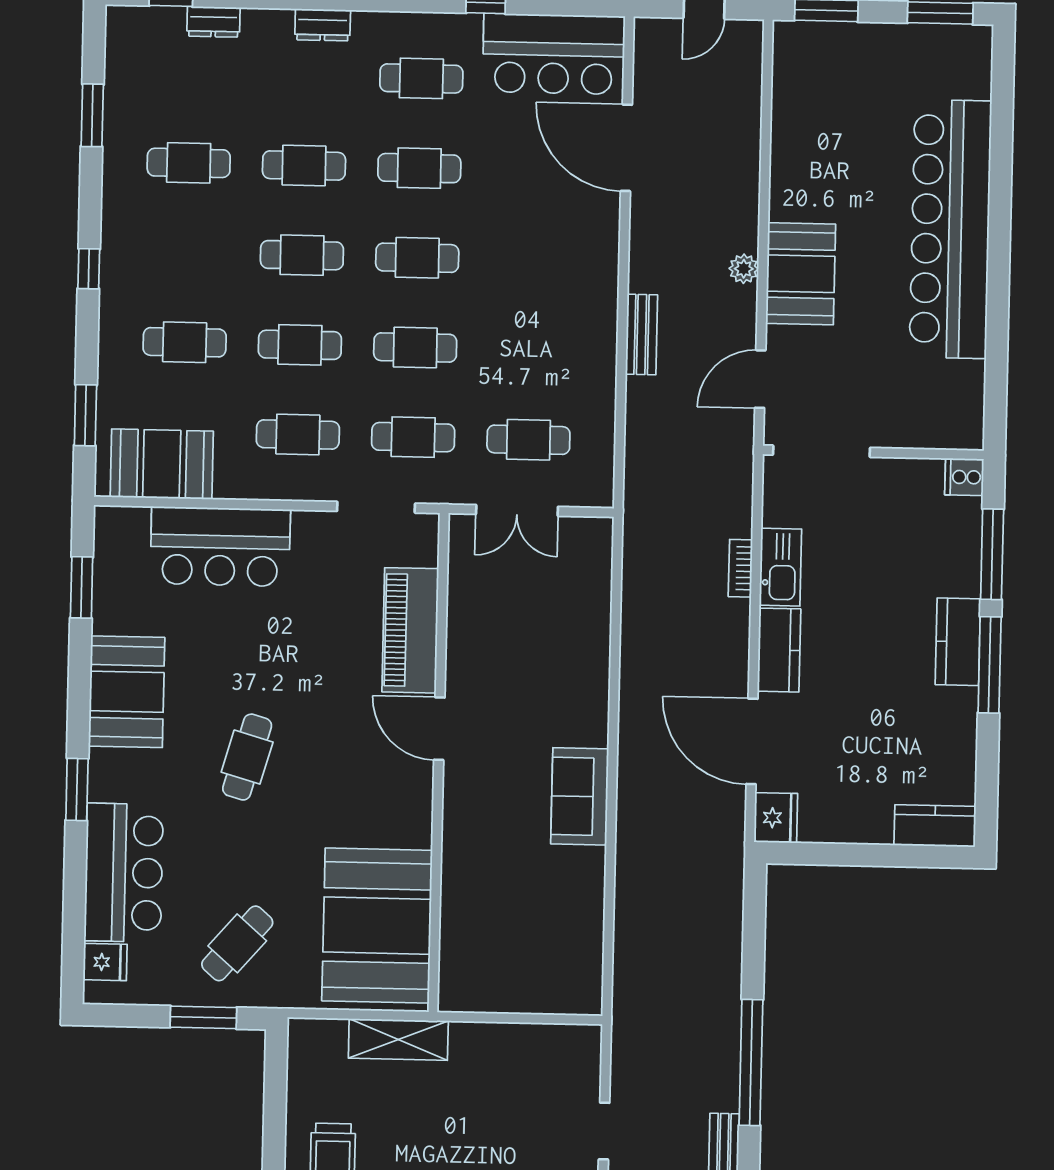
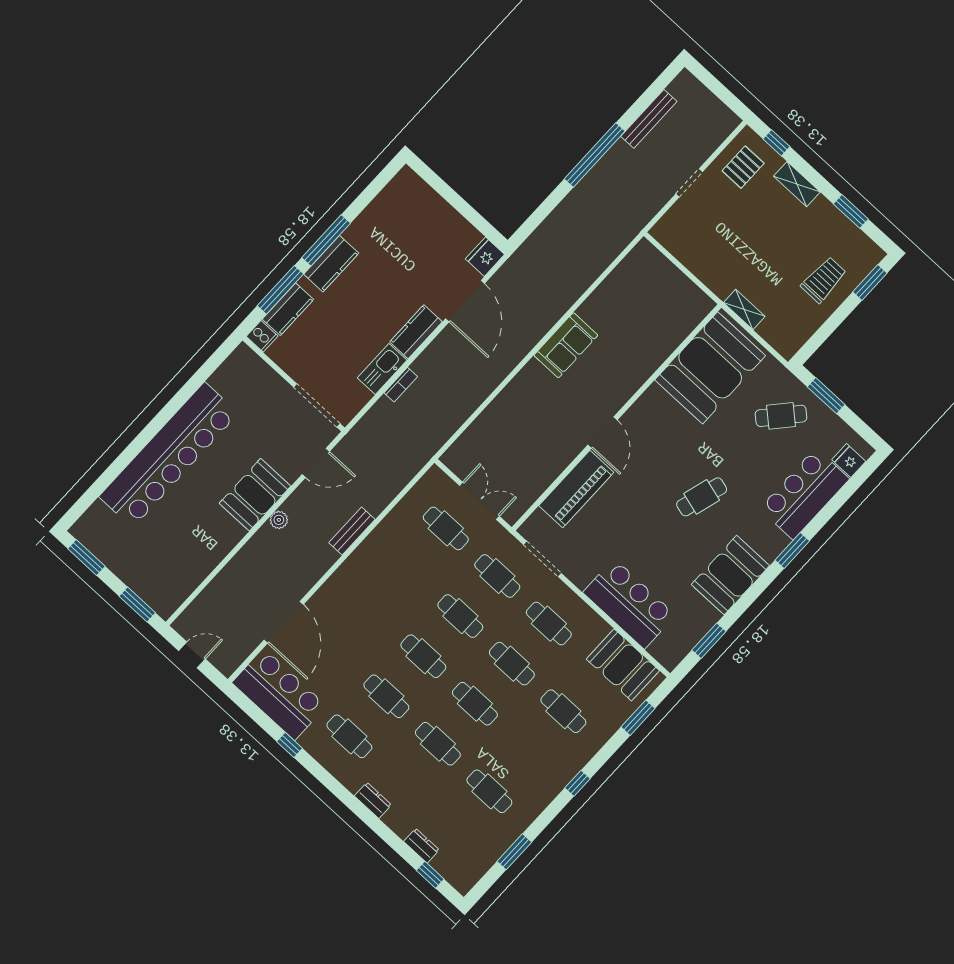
kitchen counter: (935, 826) -> (288, 309), moved, turned -90
shelving: (398, 1040) -> (744, 310), width x0.67, depth x0.75

